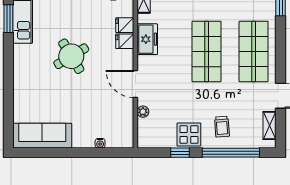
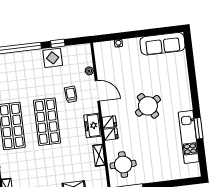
trolley: (222, 127) -> (71, 94), moved

